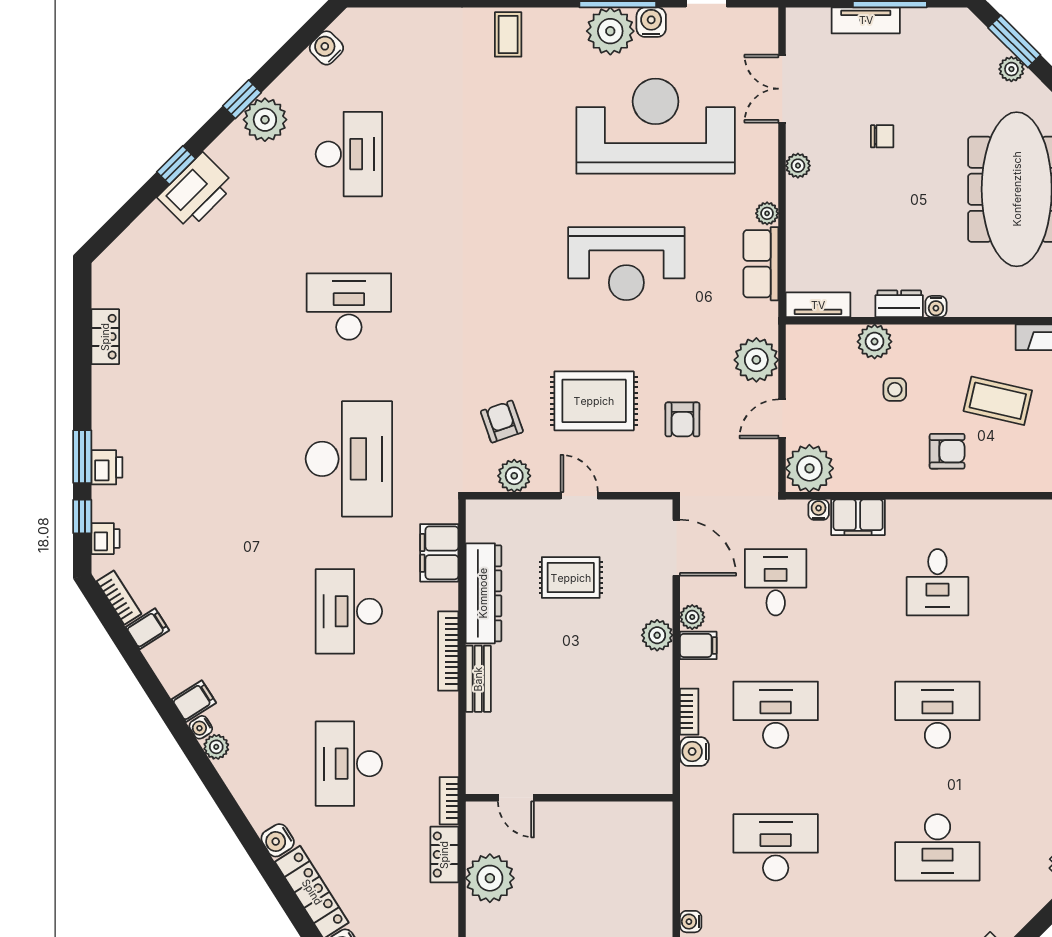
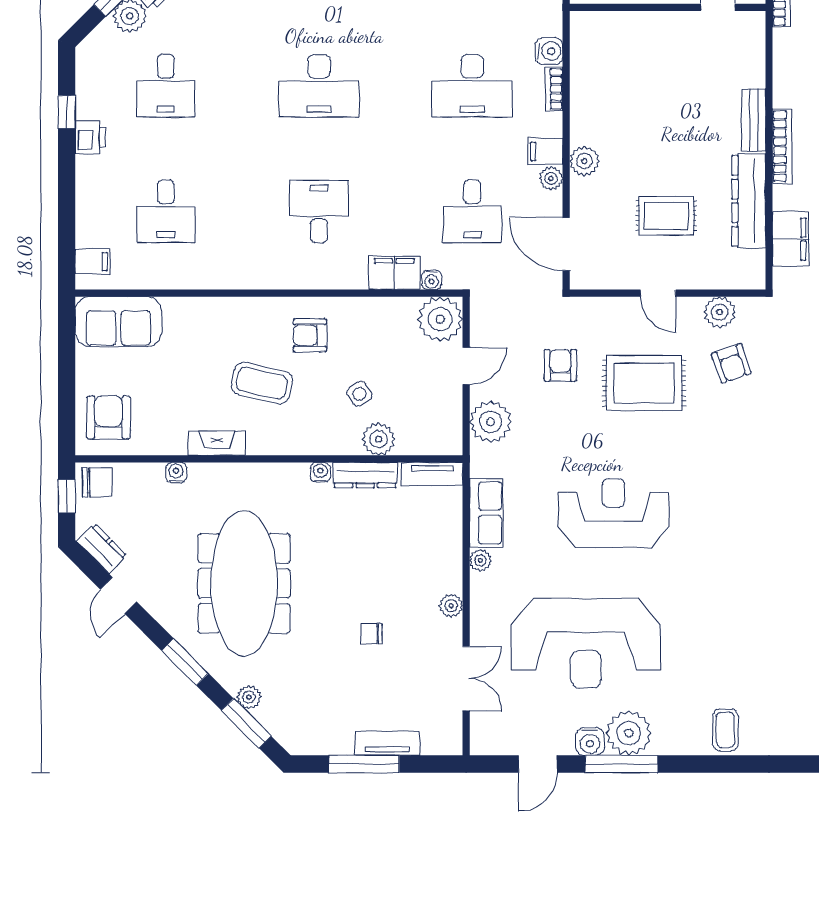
dresser: (899, 304) -> (365, 475), width x1.44
side table: (895, 390) -> (359, 394), turned -33

